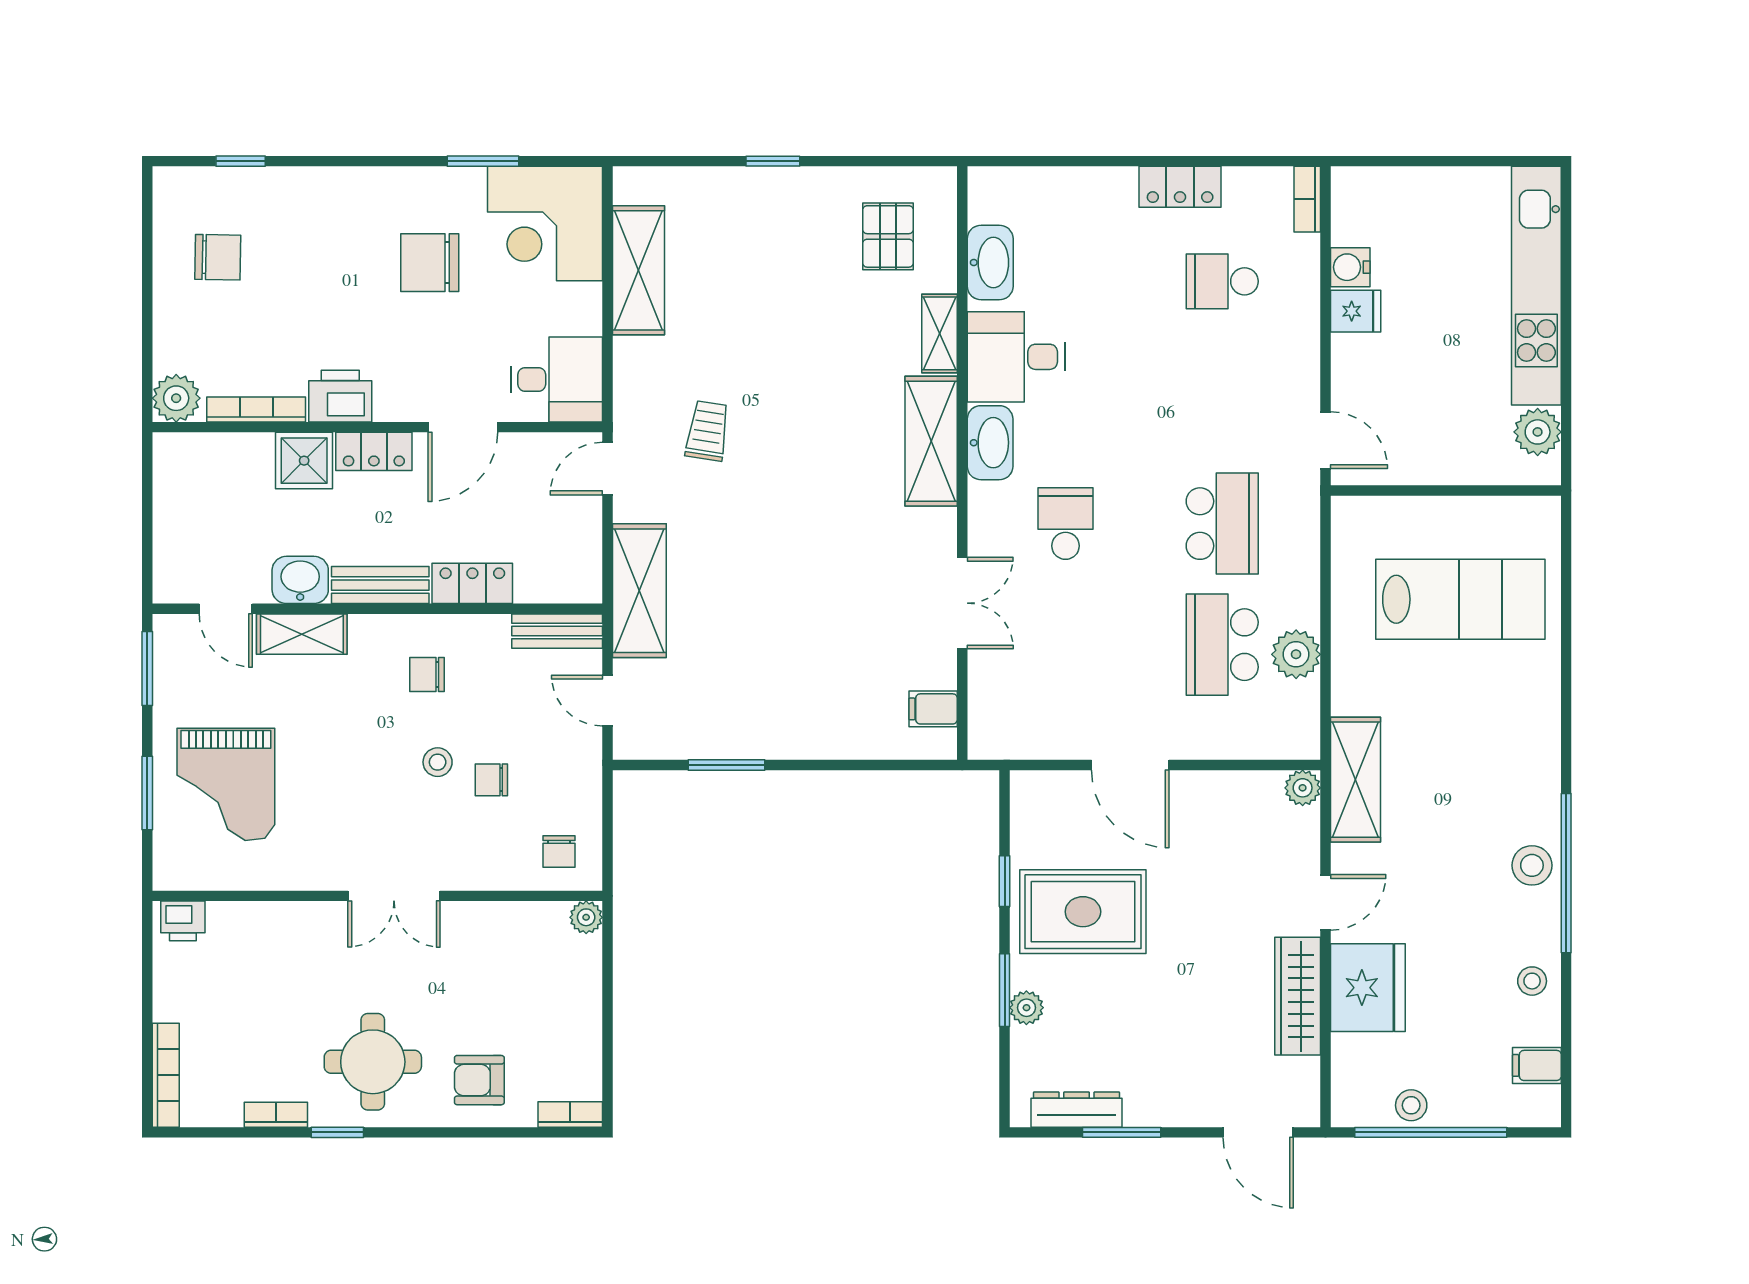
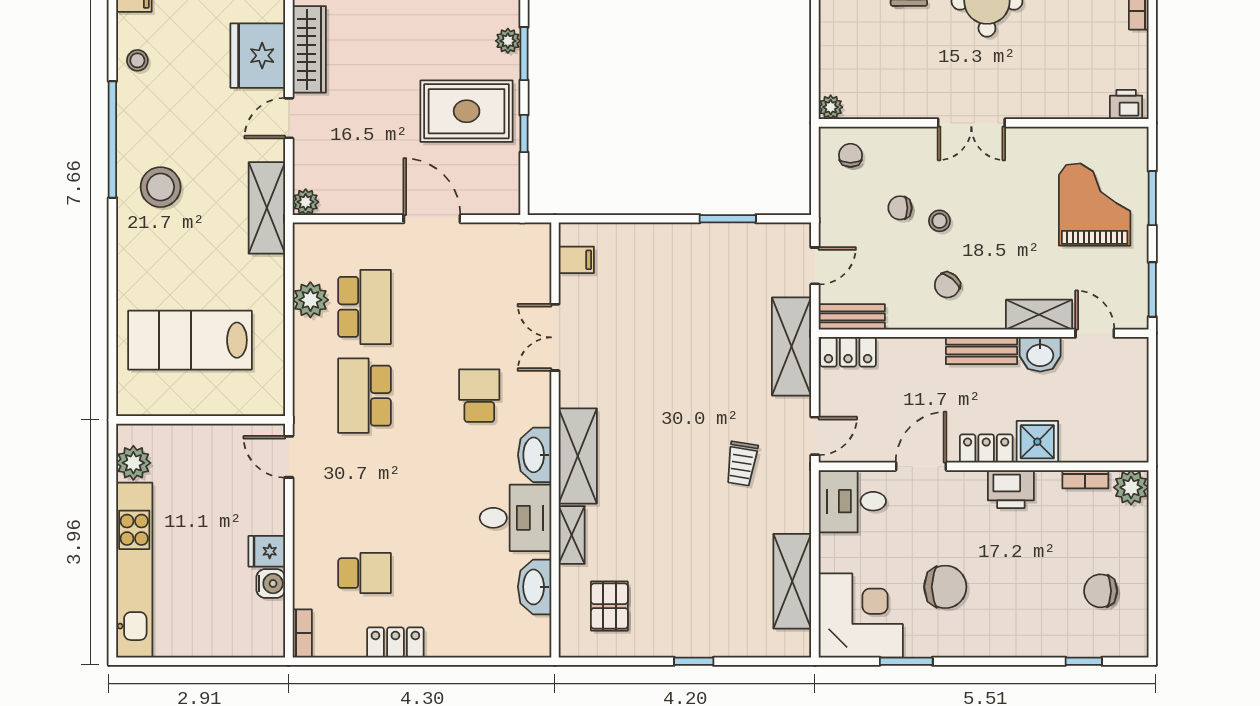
bookcase: (256, 409) -> (1085, 479), width x0.64
school desk: (1066, 524) -> (479, 396), turned 180
locker: (472, 583) -> (848, 352), moved
chair: (427, 674) -> (947, 285), turned 129
door: (608, 701) -> (815, 266), hinge flipped
chair: (491, 780) -> (900, 208), turned 180
stool: (1532, 865) -> (161, 187), moved, width x1.38, depth x1.38
double door: (394, 896) -> (971, 123), swing flipped

